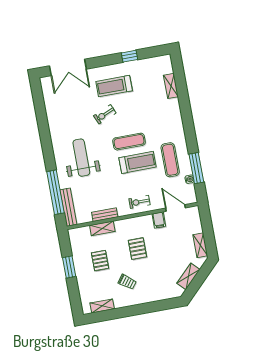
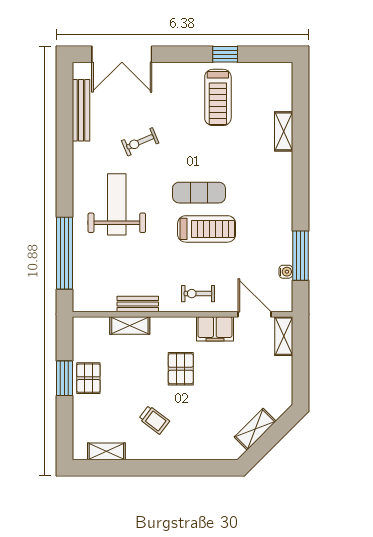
treadmill: (114, 86) -> (218, 97), moved, turned -90
shelving: (171, 86) -> (284, 131), moved
exercise bike: (105, 114) -> (140, 142), moved
exercise mat: (170, 160) -> (260, 234), removed
bench: (68, 207) -> (81, 110), moved
filing cabinet: (159, 220) -> (215, 329), width x2.00
shelving: (200, 245) -> (284, 336), moved
pallet: (100, 261) -> (88, 378), moved

